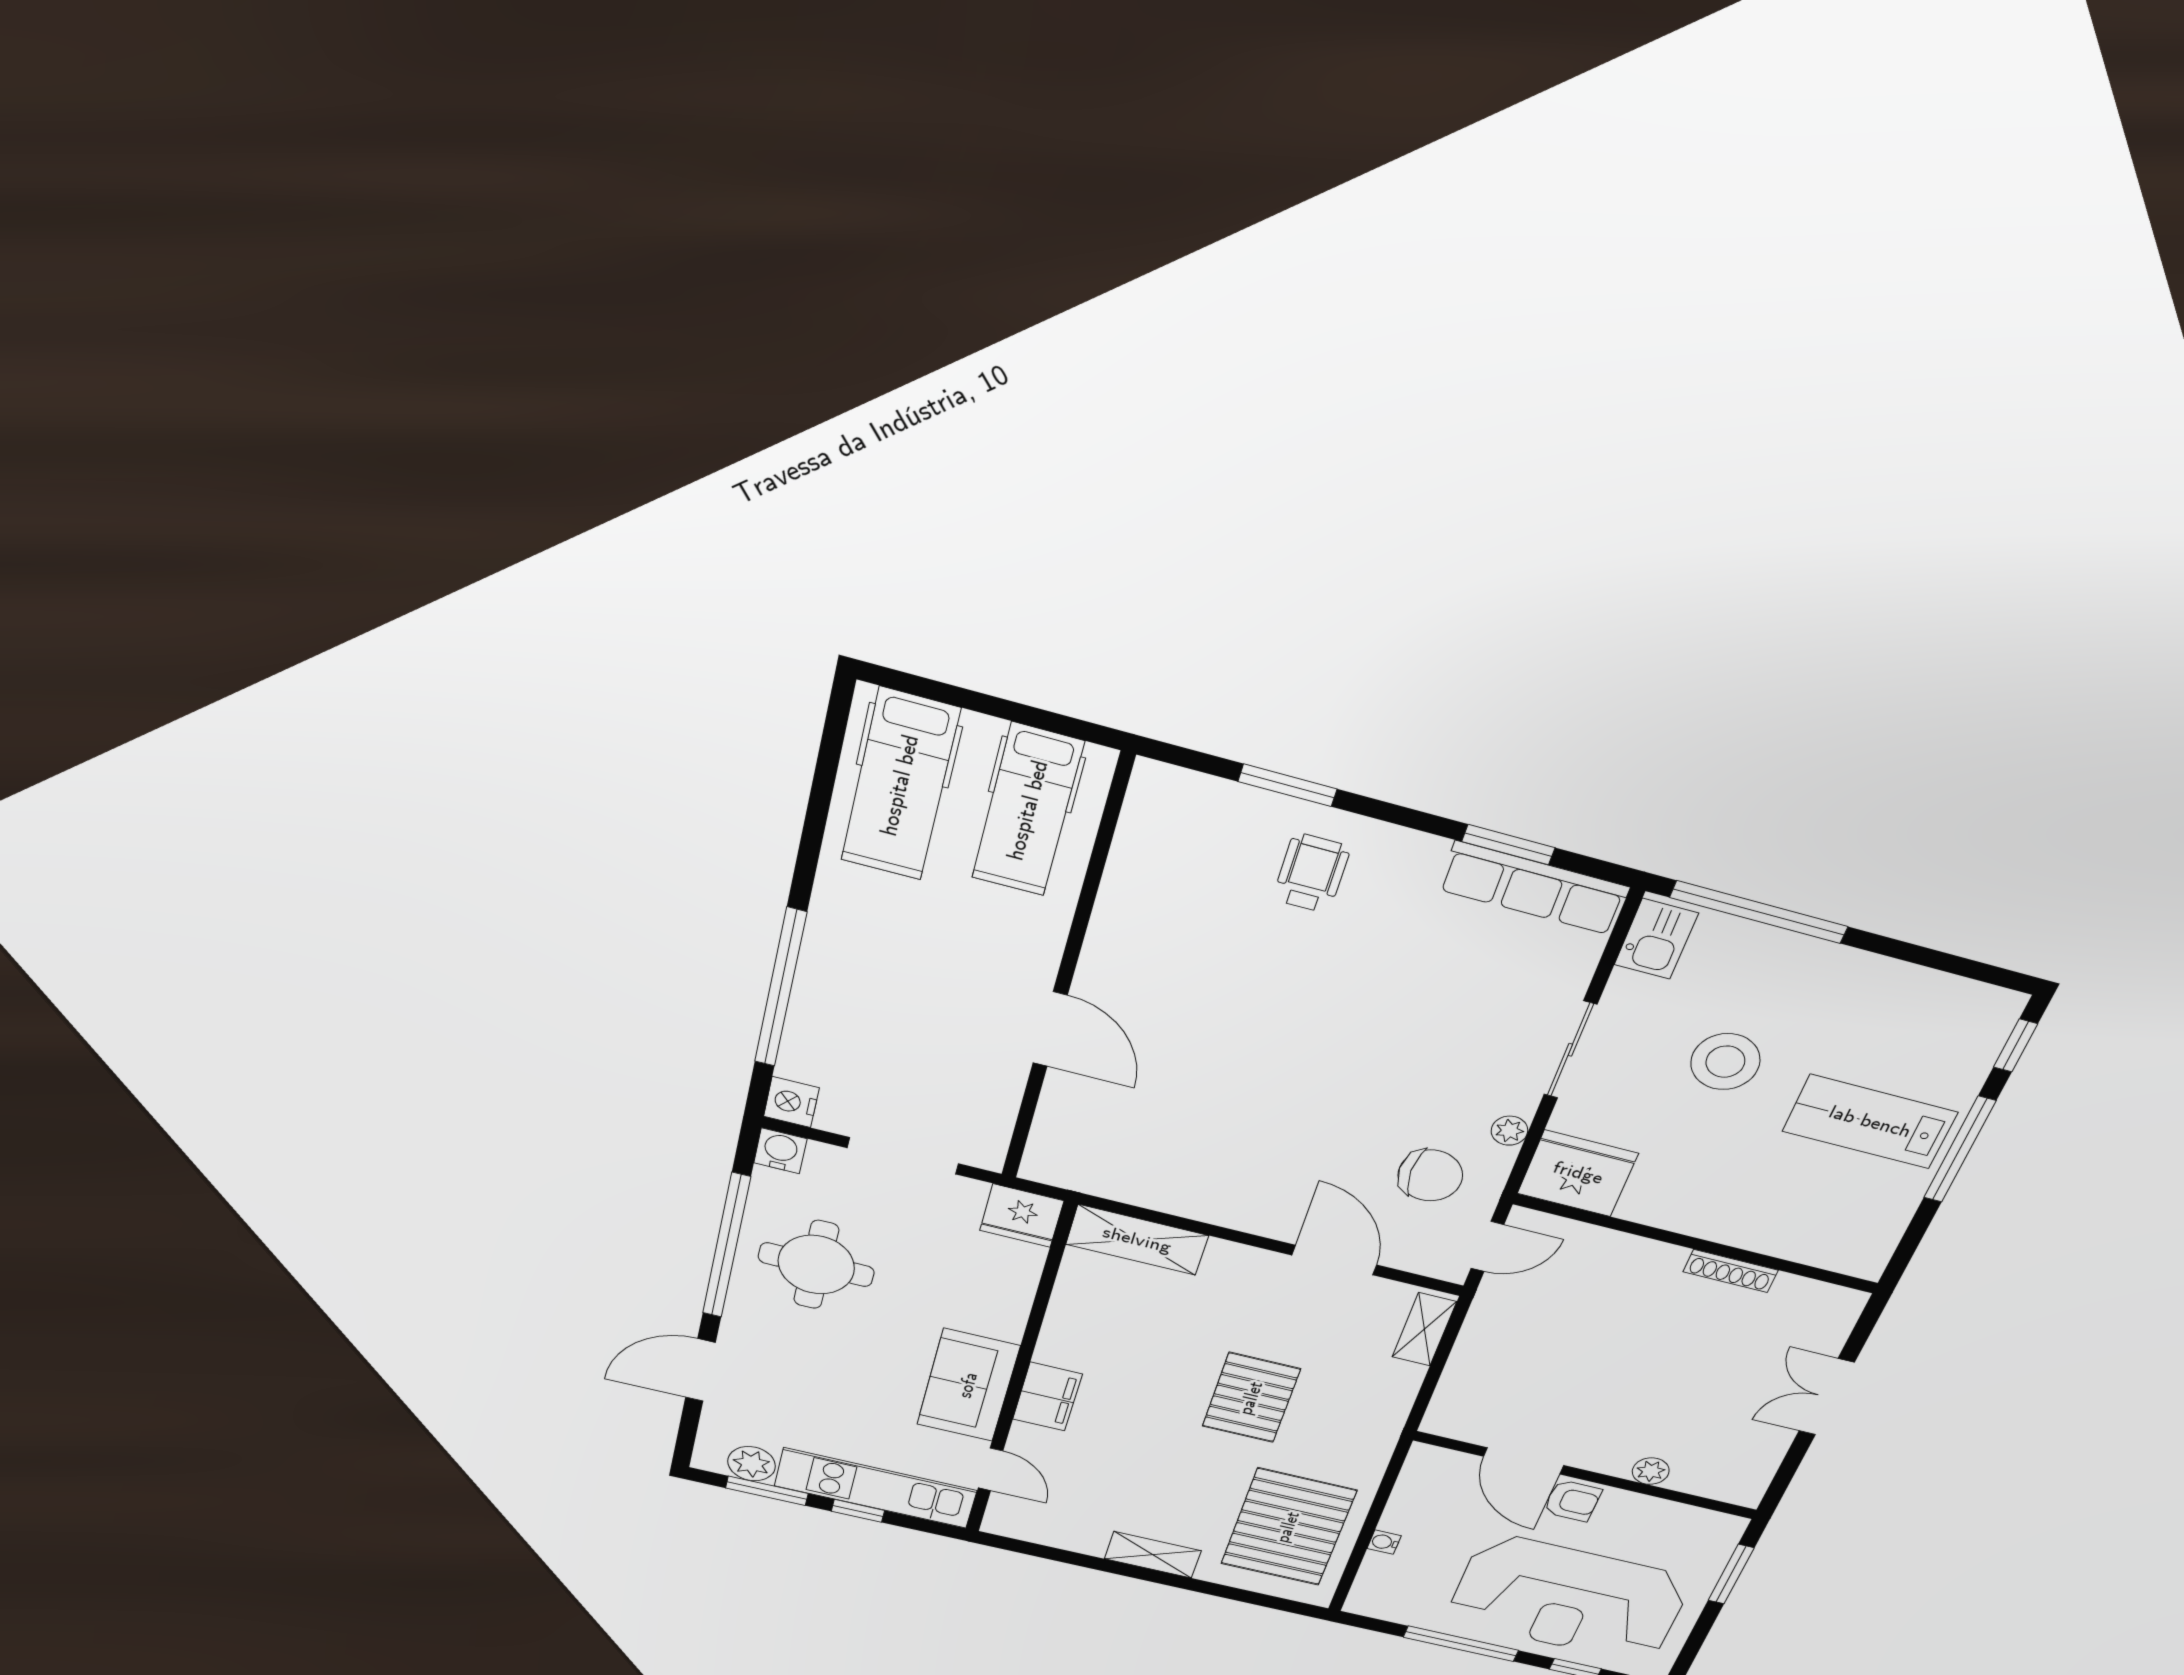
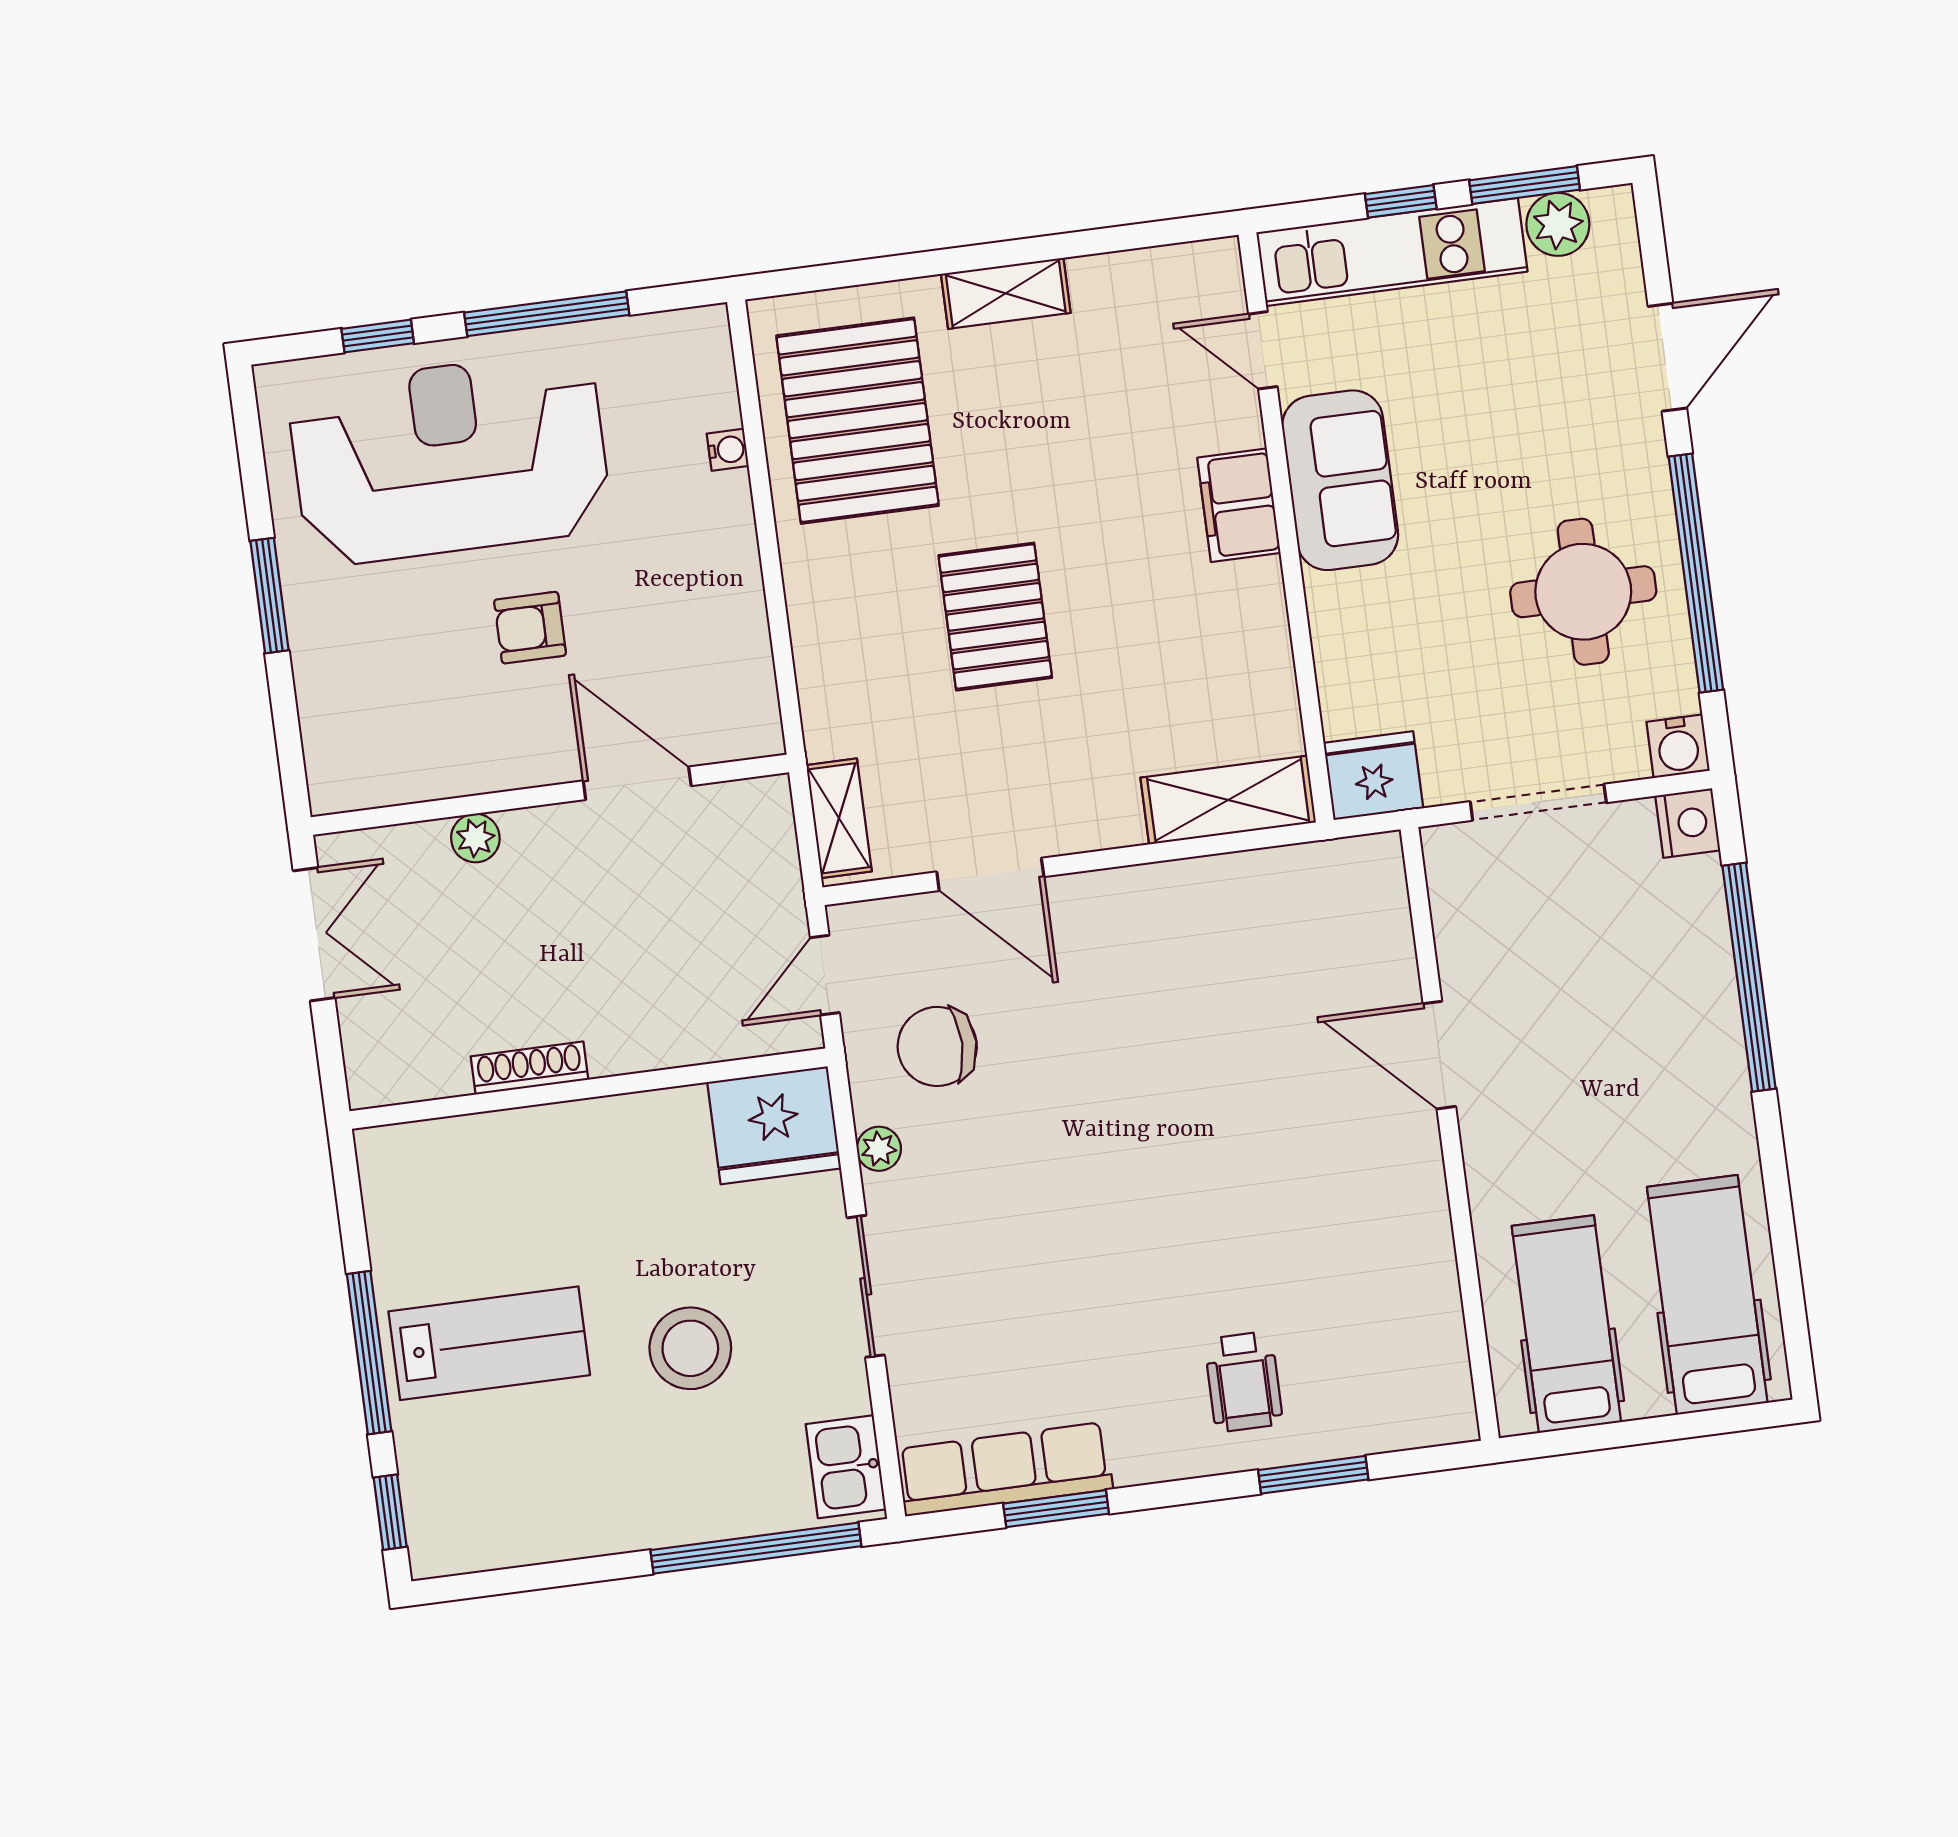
door: (1524, 1461) -> (637, 783), moved
plant: (1651, 1471) -> (475, 838), moved
wall: (1586, 1475) -> (550, 795), moved

